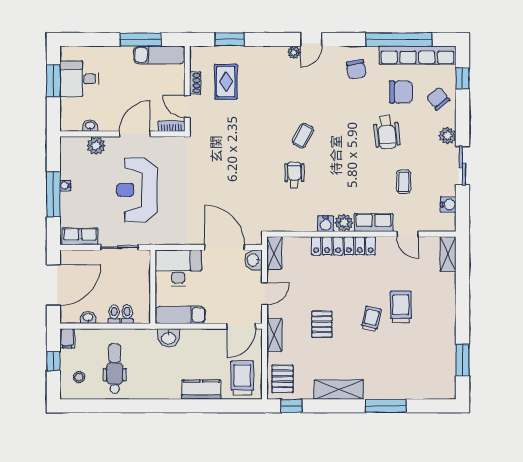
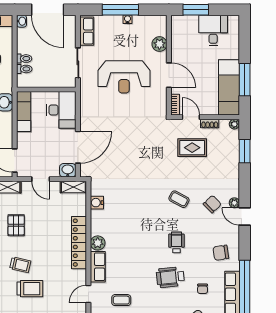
plant: (196, 52) -> (234, 124), added
exam couch: (159, 55) -> (229, 87), width x1.36, depth x1.45
chair: (296, 80) -> (212, 204), added
window: (53, 81) -> (196, 10), moved
rug: (226, 82) -> (192, 148), moved
chair: (401, 92) -> (203, 289), width x0.54, depth x0.54
door: (187, 107) -> (191, 117), hinge flipped
washbasin: (90, 126) -> (176, 39), removed
coffee table: (303, 136) -> (179, 199), moved
wheelchair: (294, 175) -> (176, 242), moved, turned -90
coffee table: (404, 182) -> (121, 300), moved
reception desk: (137, 190) -> (124, 77), turned 180
water cooler: (326, 224) -> (97, 203), moved
washbasin: (88, 318) -> (21, 21), moved
pallet: (322, 324) -> (16, 225), turned 90

